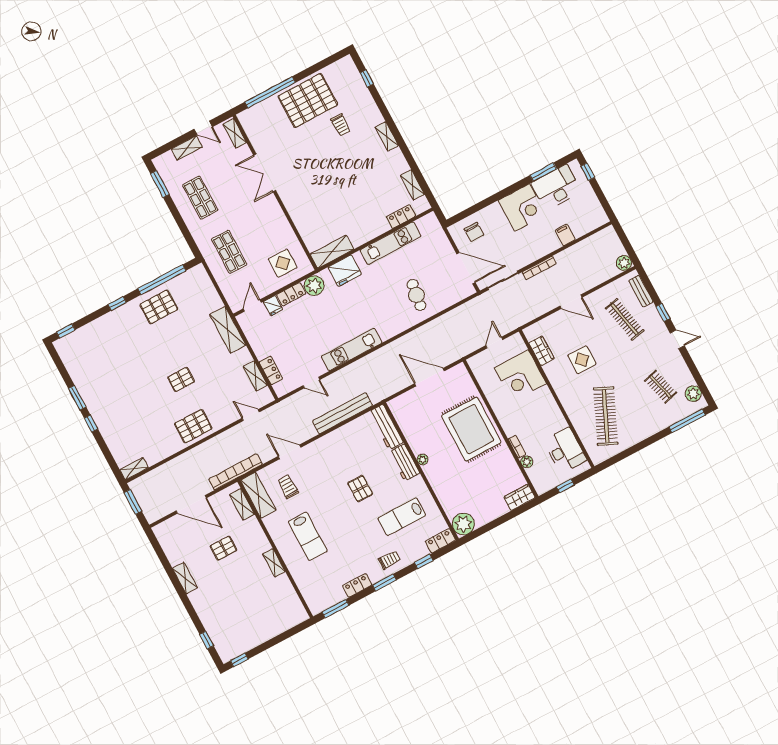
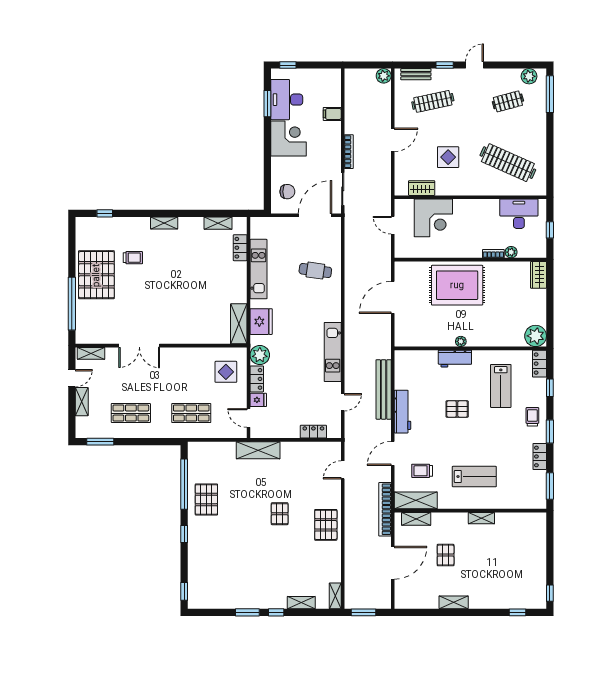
shelving: (255, 376) -> (301, 603), moved
workbench: (386, 427) -> (402, 412), moved, turned -90

